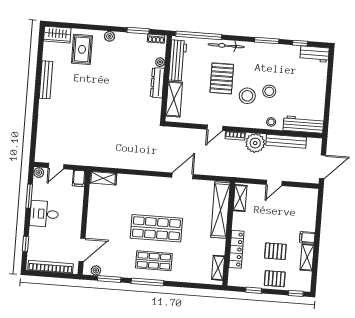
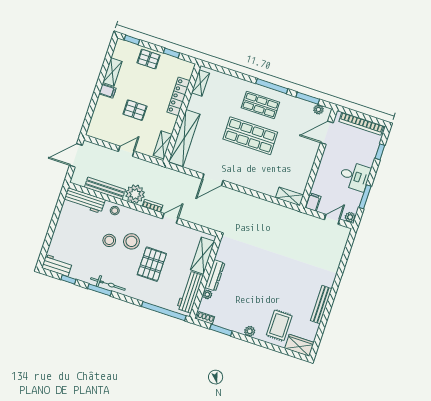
bicycle: (226, 46) -> (108, 284), moved
pallet: (275, 251) -> (135, 110), moved

